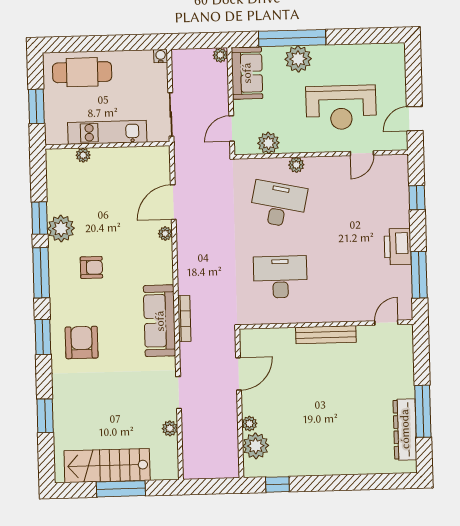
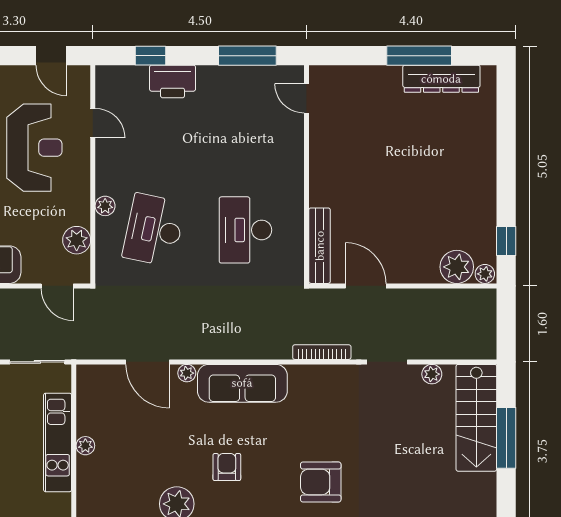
plant: (83, 155) -> (85, 446), moved
printer: (398, 247) -> (173, 81), moved
bookcase: (184, 318) -> (322, 352), moved
sofa: (160, 321) -> (242, 383), moved
bench: (326, 335) -> (320, 246), moved
plant: (249, 424) -> (485, 274), moved
stairs: (107, 466) -> (476, 418), moved

